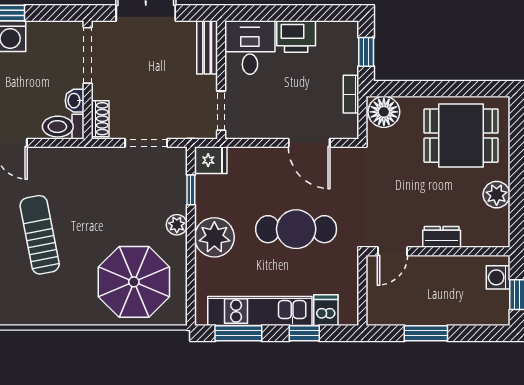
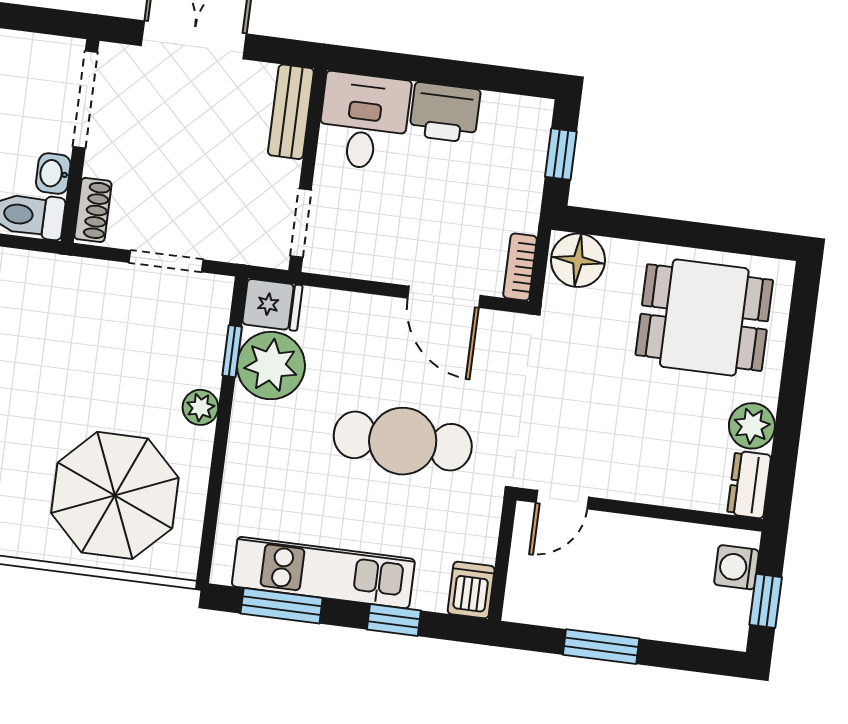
bookcase: (351, 94) -> (520, 267), moved
plant: (214, 237) -> (271, 366), moved
dresser: (442, 237) -> (749, 485), moved, turned -90
dishwasher: (326, 310) -> (471, 590), moved

